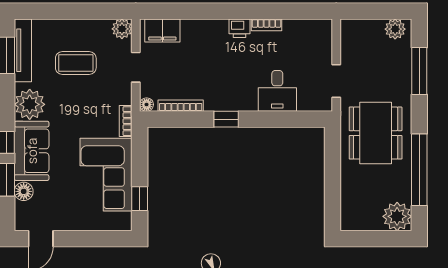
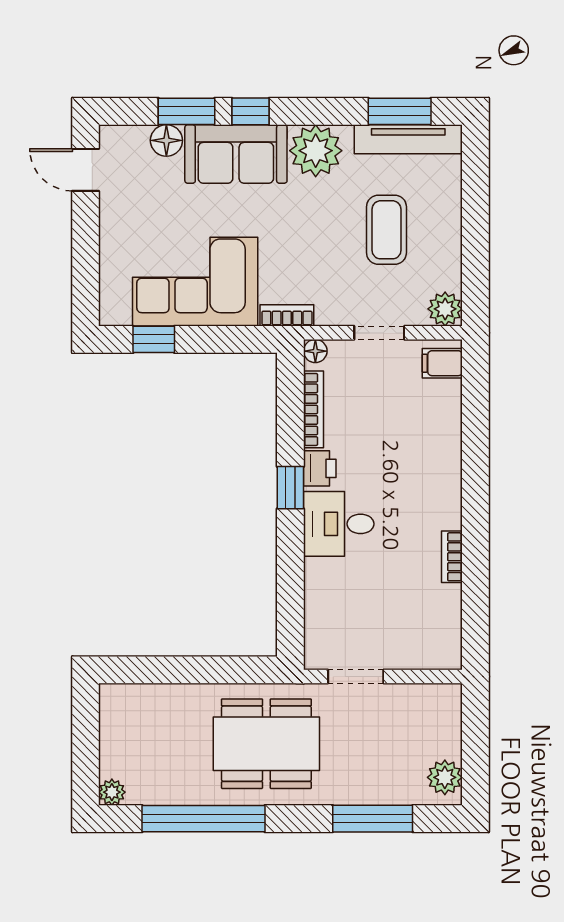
printer: (240, 28) -> (320, 468), moved, turned 180
filing cabinet: (162, 30) -> (442, 363), width x0.50
desk: (277, 91) -> (339, 524), moved
plant: (397, 216) -> (112, 792), width x0.53, depth x0.53

